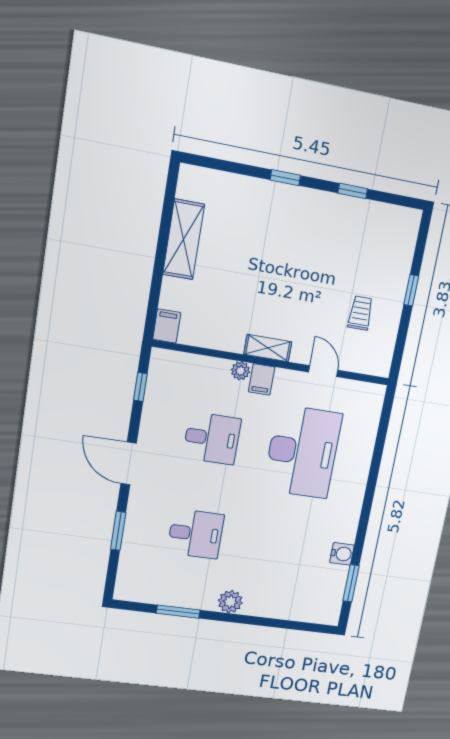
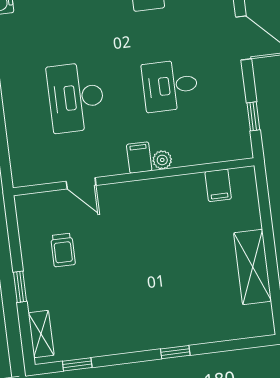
window: (353, 191) -> (77, 364), moved
filing cabinet: (167, 326) -> (218, 185), moved
shelving: (268, 348) -> (41, 334), moved, turned 90
desk: (303, 452) -> (76, 97), width x0.73, depth x0.77

